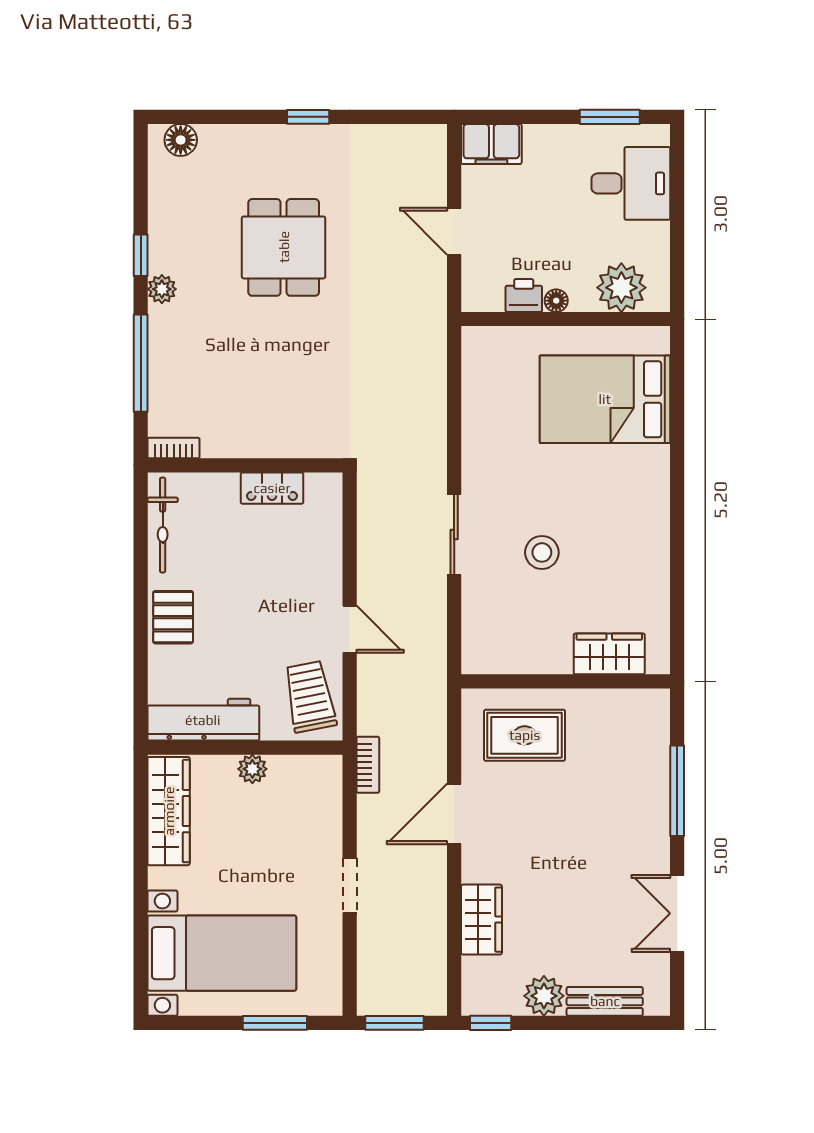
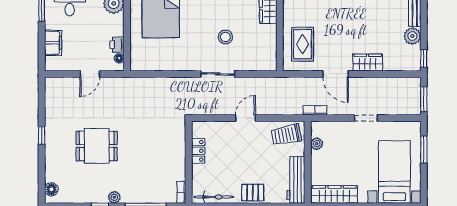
filing cabinet: (491, 144) -> (53, 43), moved
floor lamp: (556, 301) -> (119, 58), moved
door: (350, 629) -> (246, 118), moved
plant: (252, 769) -> (317, 144), moved
wardrobe: (481, 920) -> (368, 62), moved

